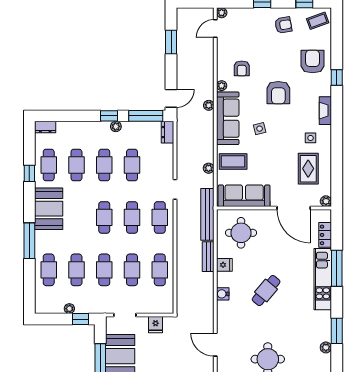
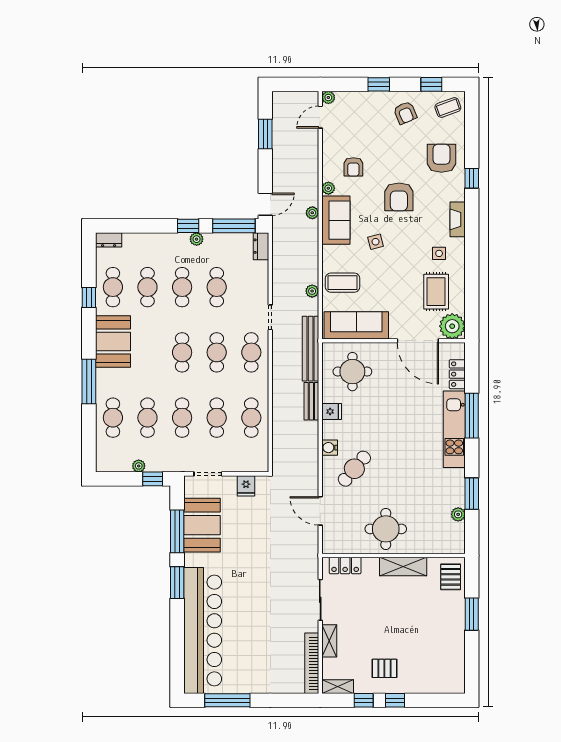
armchair: (283, 25) -> (405, 113), turned 77
sofa: (228, 118) -> (336, 220), width x0.73
plant: (326, 201) -> (452, 326), width x1.88, depth x1.88
cafe table: (266, 291) -> (354, 469), moved

